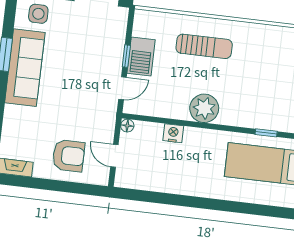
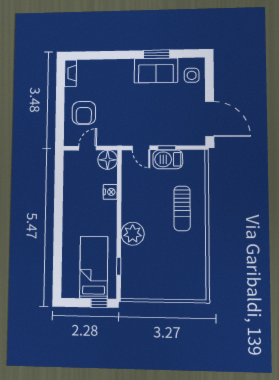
sofa: (25, 68) -> (156, 70), width x0.73
plant: (204, 108) -> (133, 234), moved
floor lamp: (127, 126) -> (108, 160), width x1.89, depth x1.89

